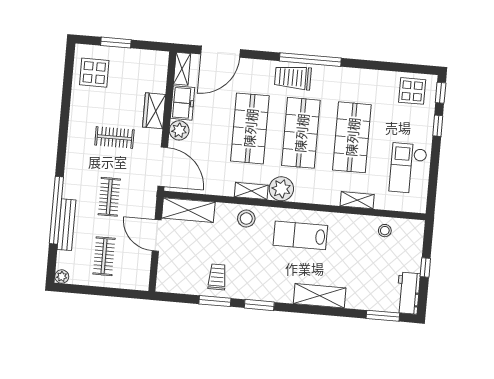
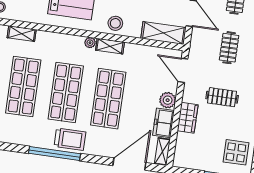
door: (163, 167) -> (183, 70), width x0.73
plant: (281, 189) -> (90, 43), width x0.53, depth x0.53

